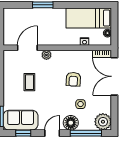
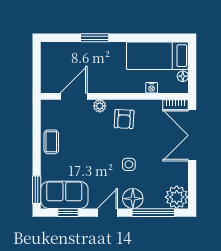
armchair: (73, 79) -> (124, 119), moved
coffee table: (29, 82) -> (51, 142), moved
side table: (81, 104) -> (129, 164), moved

